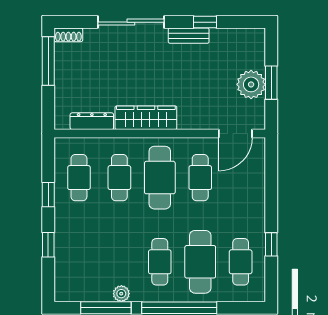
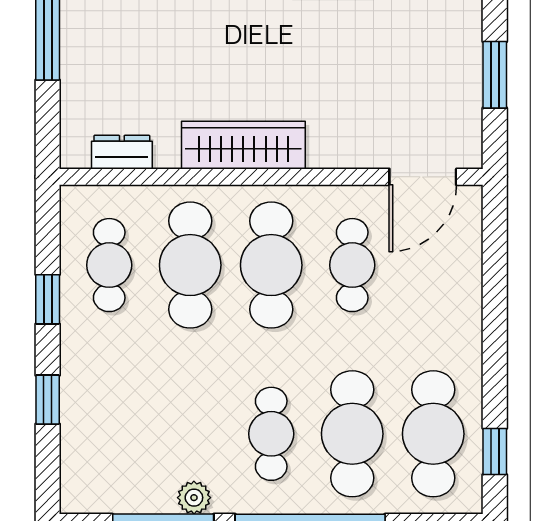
plant: (251, 84) -> (454, 78), removed
dresser: (92, 121) -> (122, 152), width x0.70
cafe table: (119, 178) -> (190, 265), width x1.37, depth x1.35
window: (271, 244) -> (495, 452), moved
cafe table: (241, 262) -> (433, 434), width x1.37, depth x1.35

